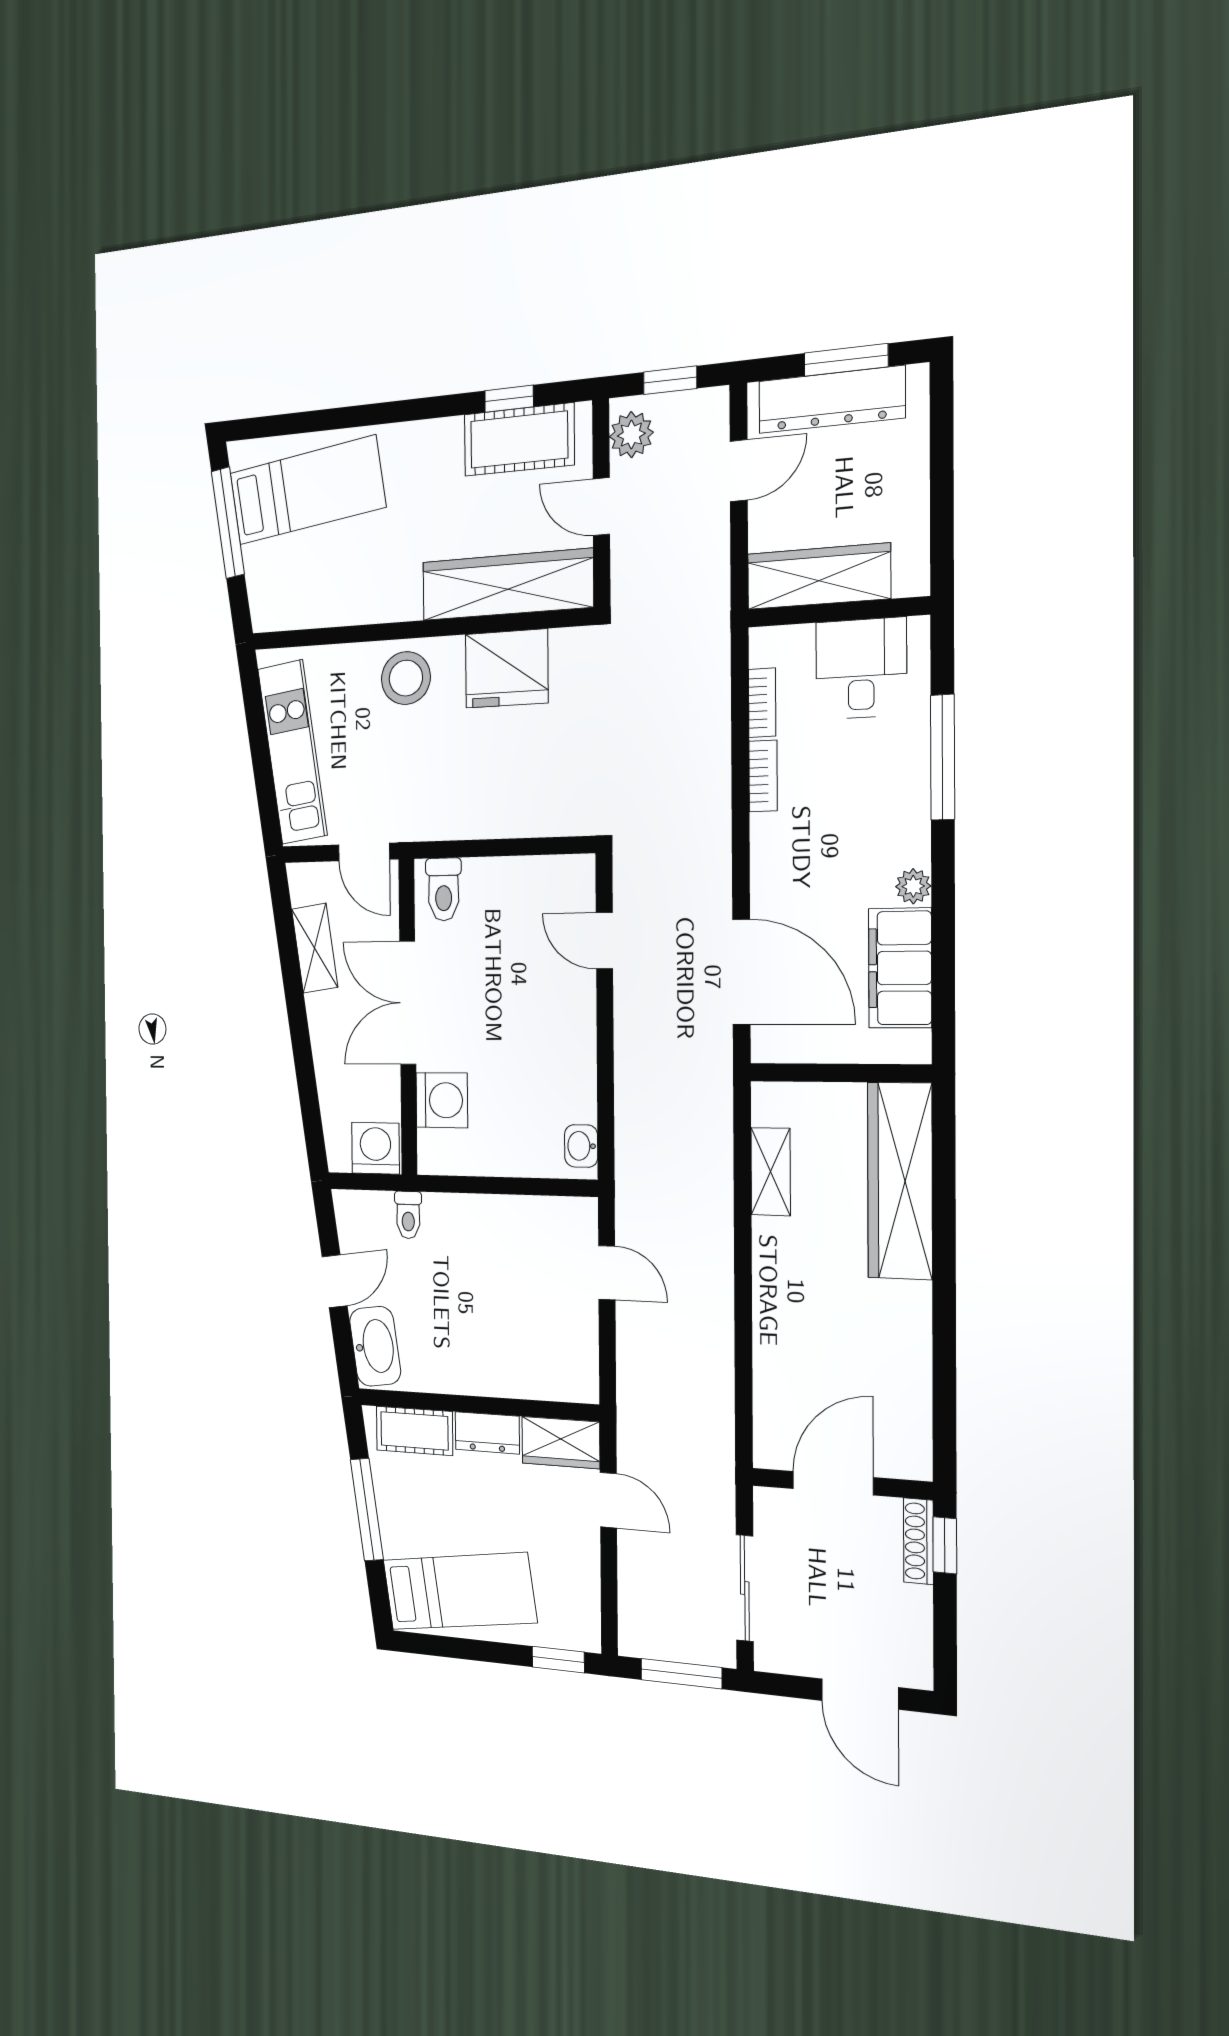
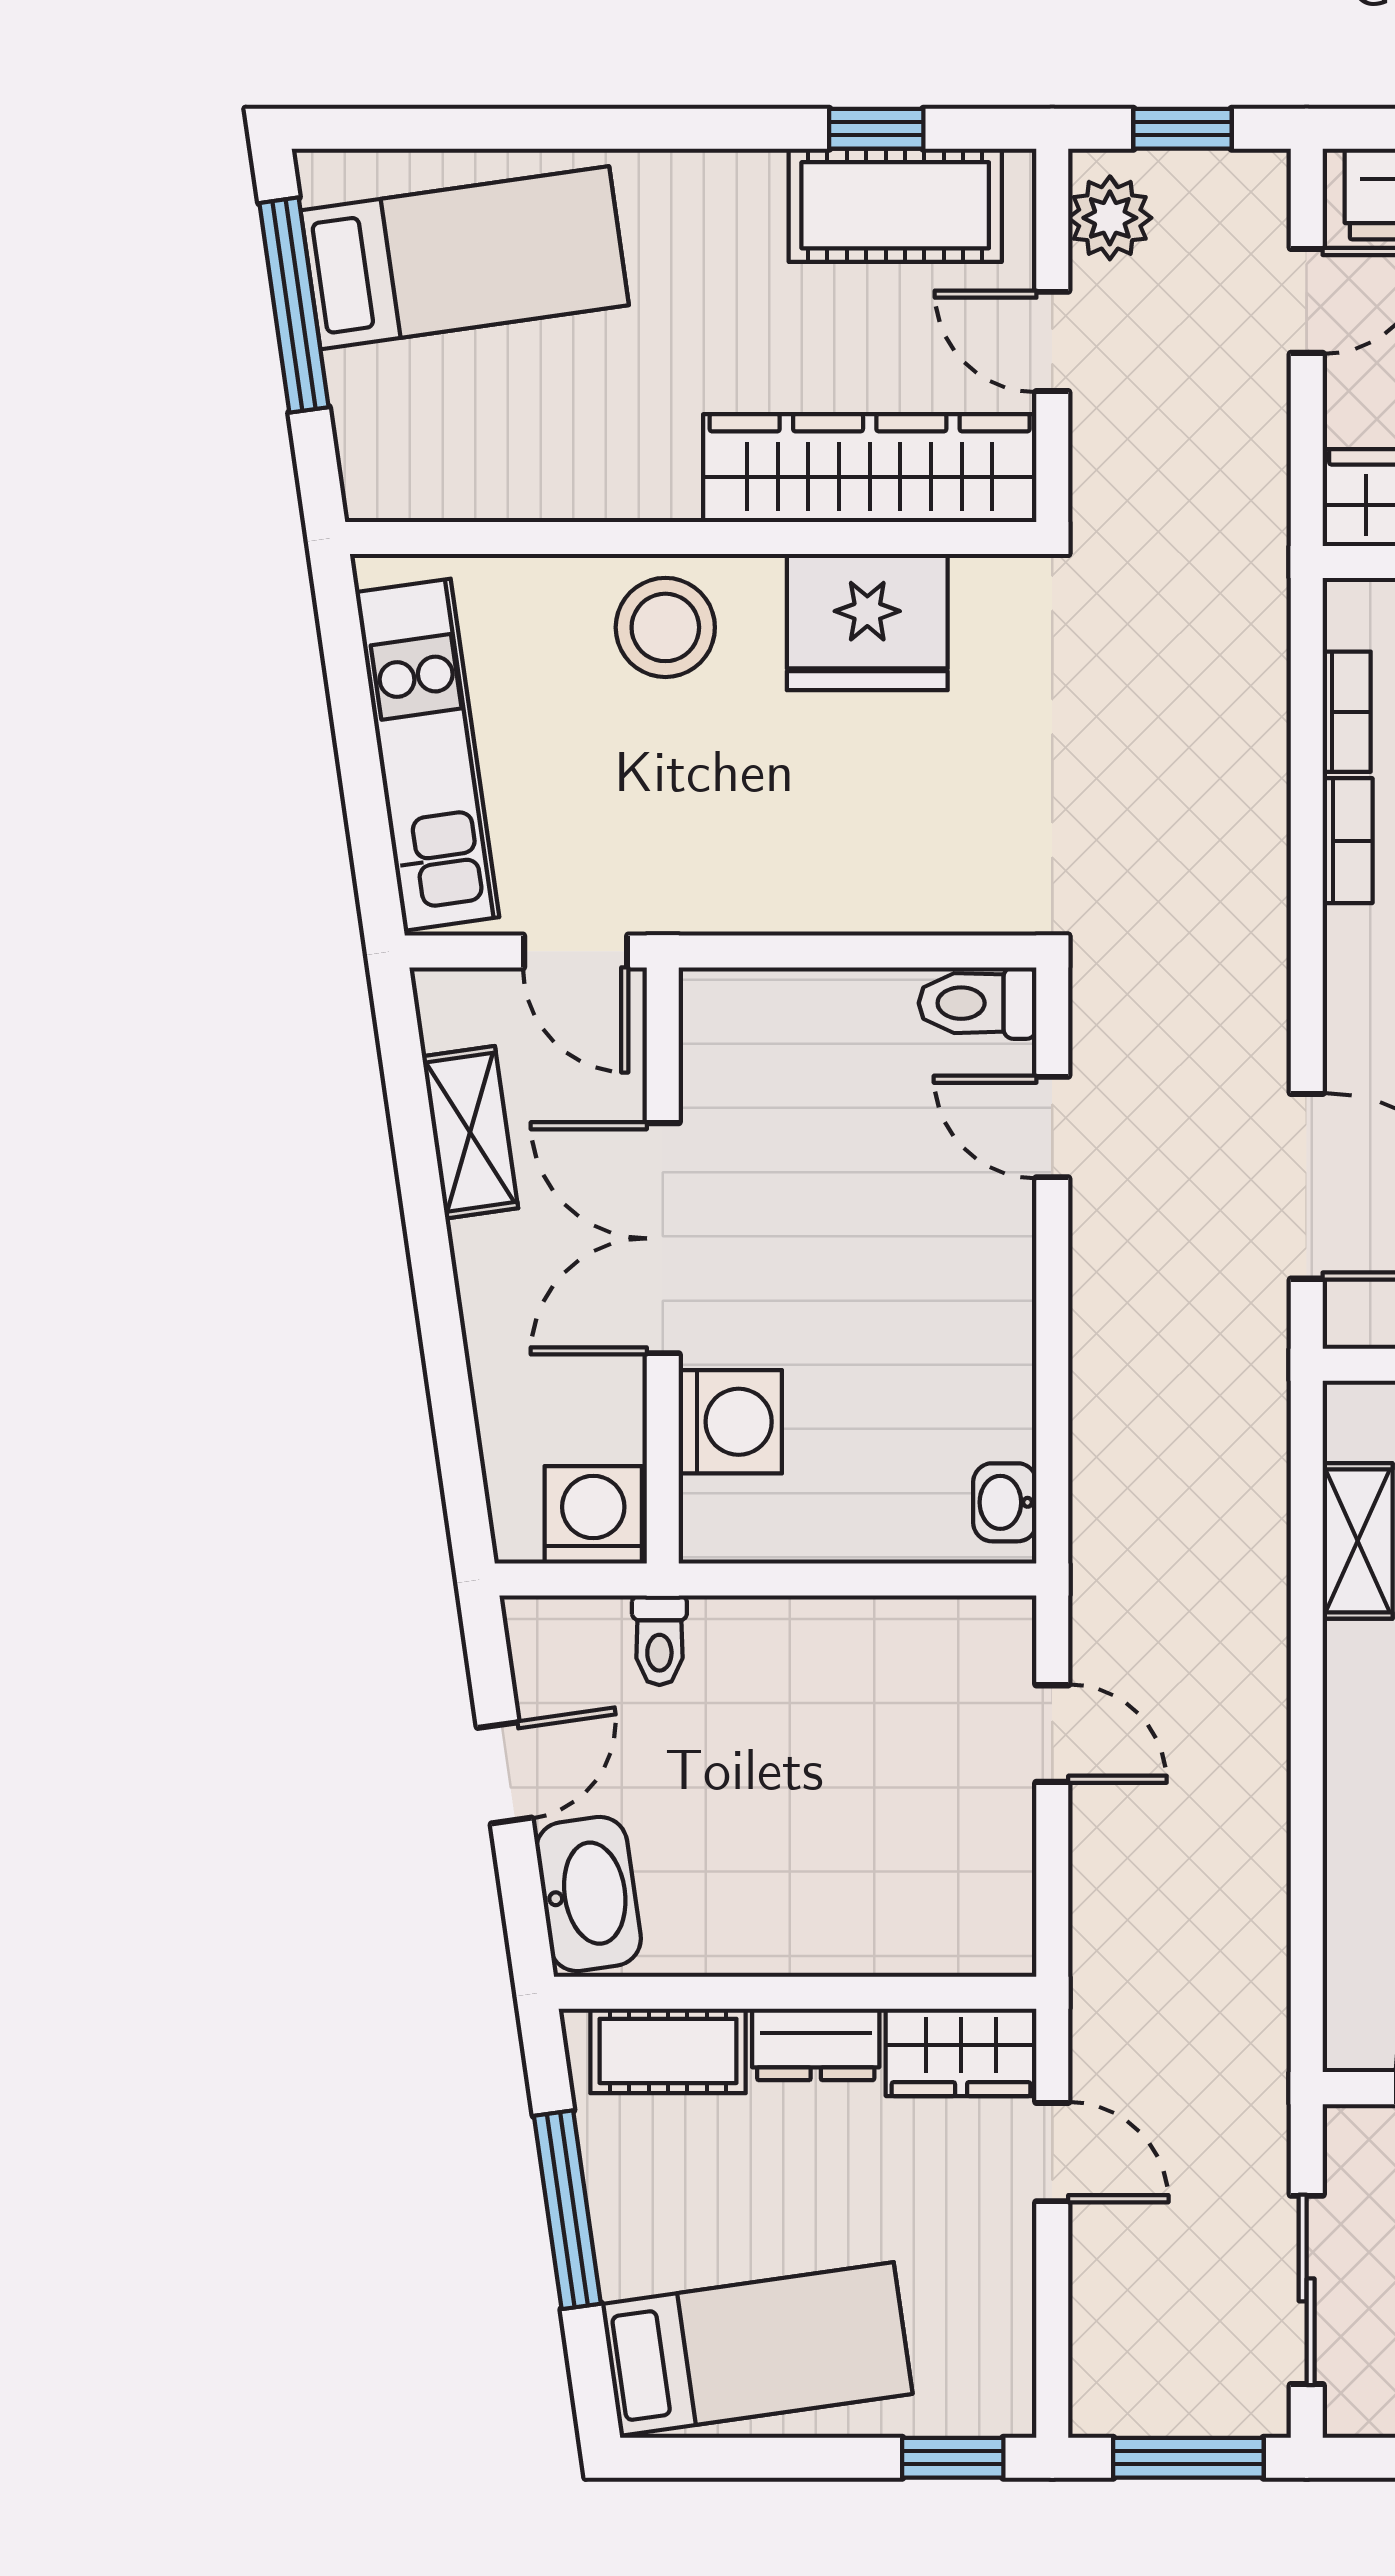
toilet: (444, 889) -> (978, 1003), moved, turned 90

